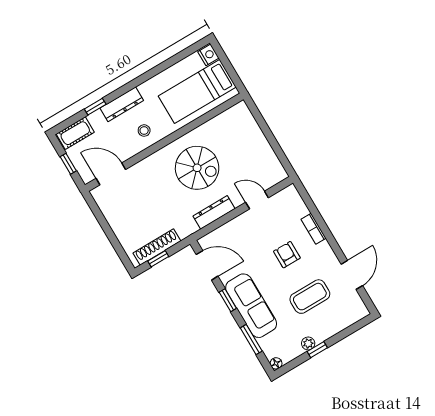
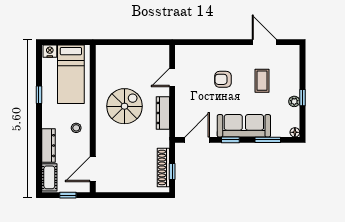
dresser: (122, 104) -> (48, 146), moved
window: (95, 107) -> (39, 95), moved
bookcase: (314, 229) -> (216, 50), removed
coffee table: (310, 297) -> (262, 81), width x0.73, depth x0.77

